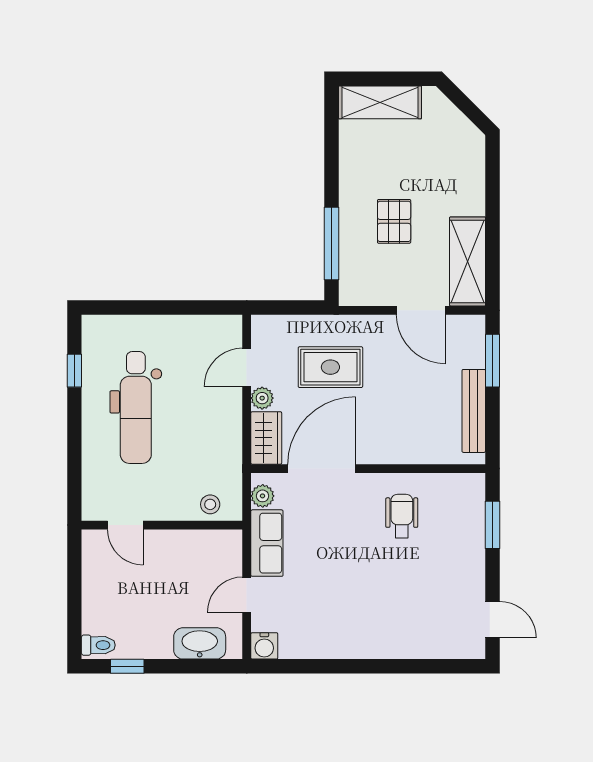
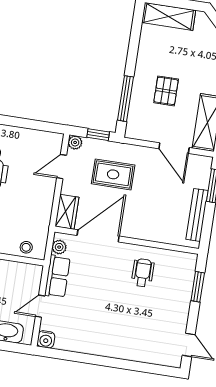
window: (297, 308) -> (98, 135), added
plant: (262, 398) -> (75, 142), moved

